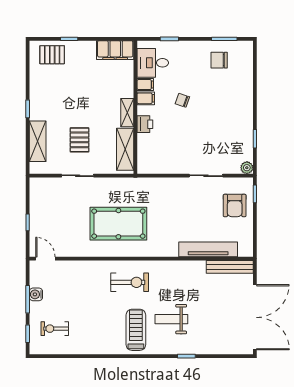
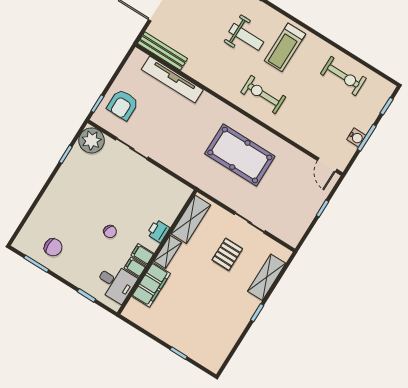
filing cabinet: (115, 50) -> (151, 285), moved, turned 90
pallet: (52, 55) -> (203, 348), removed
plant: (247, 168) -> (92, 140), width x1.88, depth x1.88
armchair: (235, 205) -> (123, 105), turned 180
exercise bike: (55, 329) -> (343, 76), moved, width x1.38, depth x1.39

